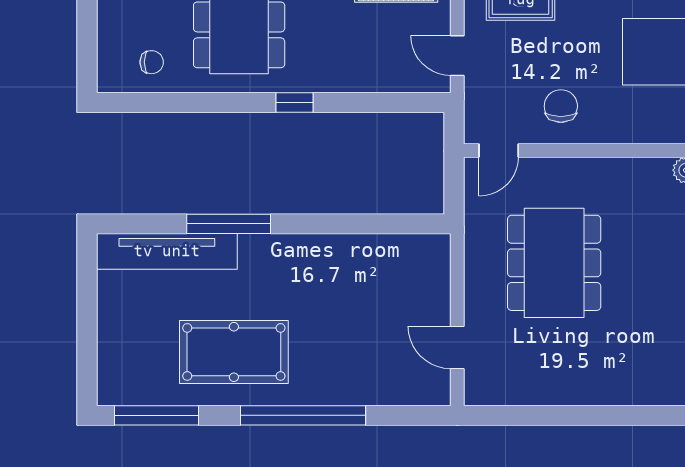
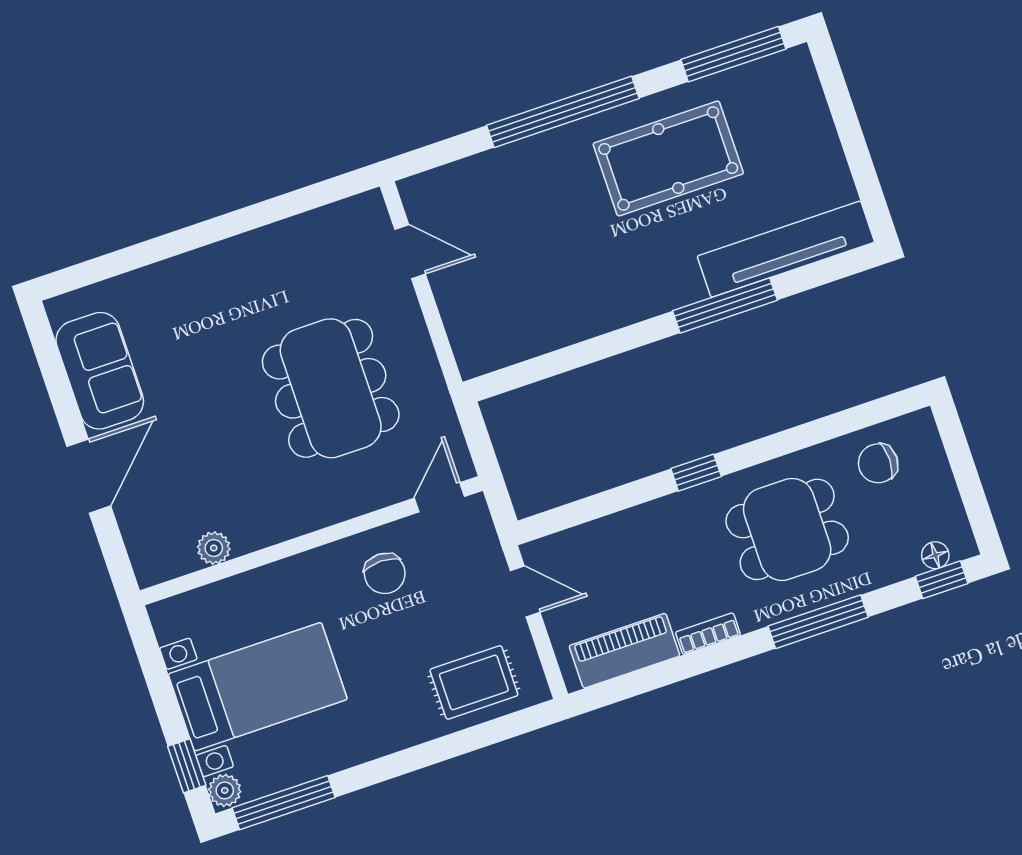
chair: (152, 62) -> (878, 463), width x1.37, depth x1.37

